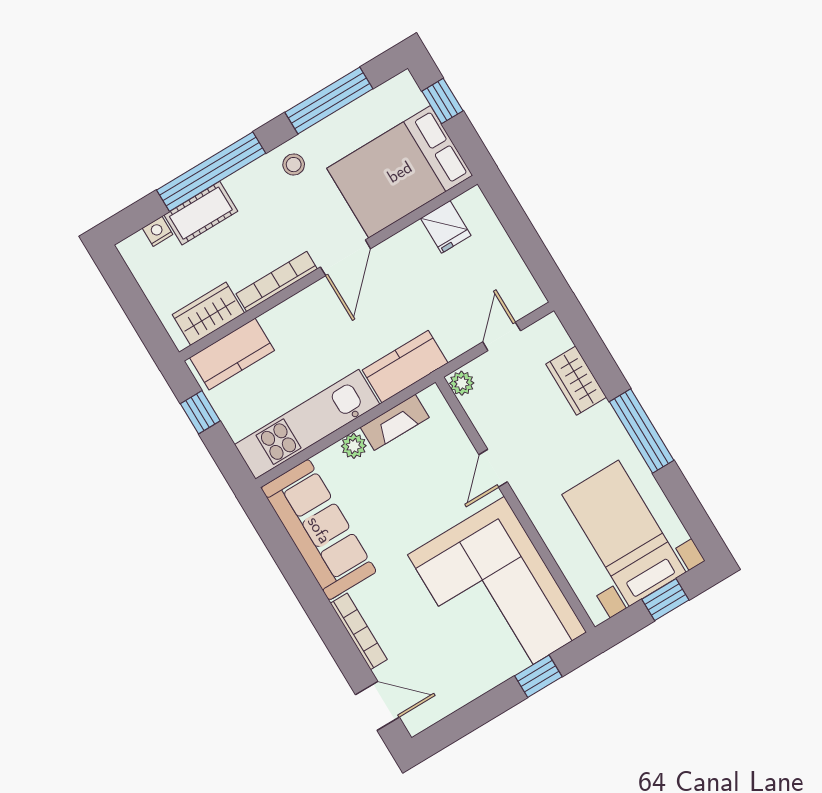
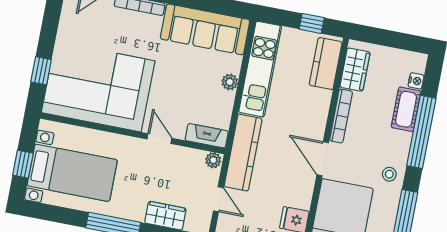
kitchen counter: (405, 367) -> (243, 153), width x1.50
fireplace: (395, 422) -> (207, 136), moved, turned 90

